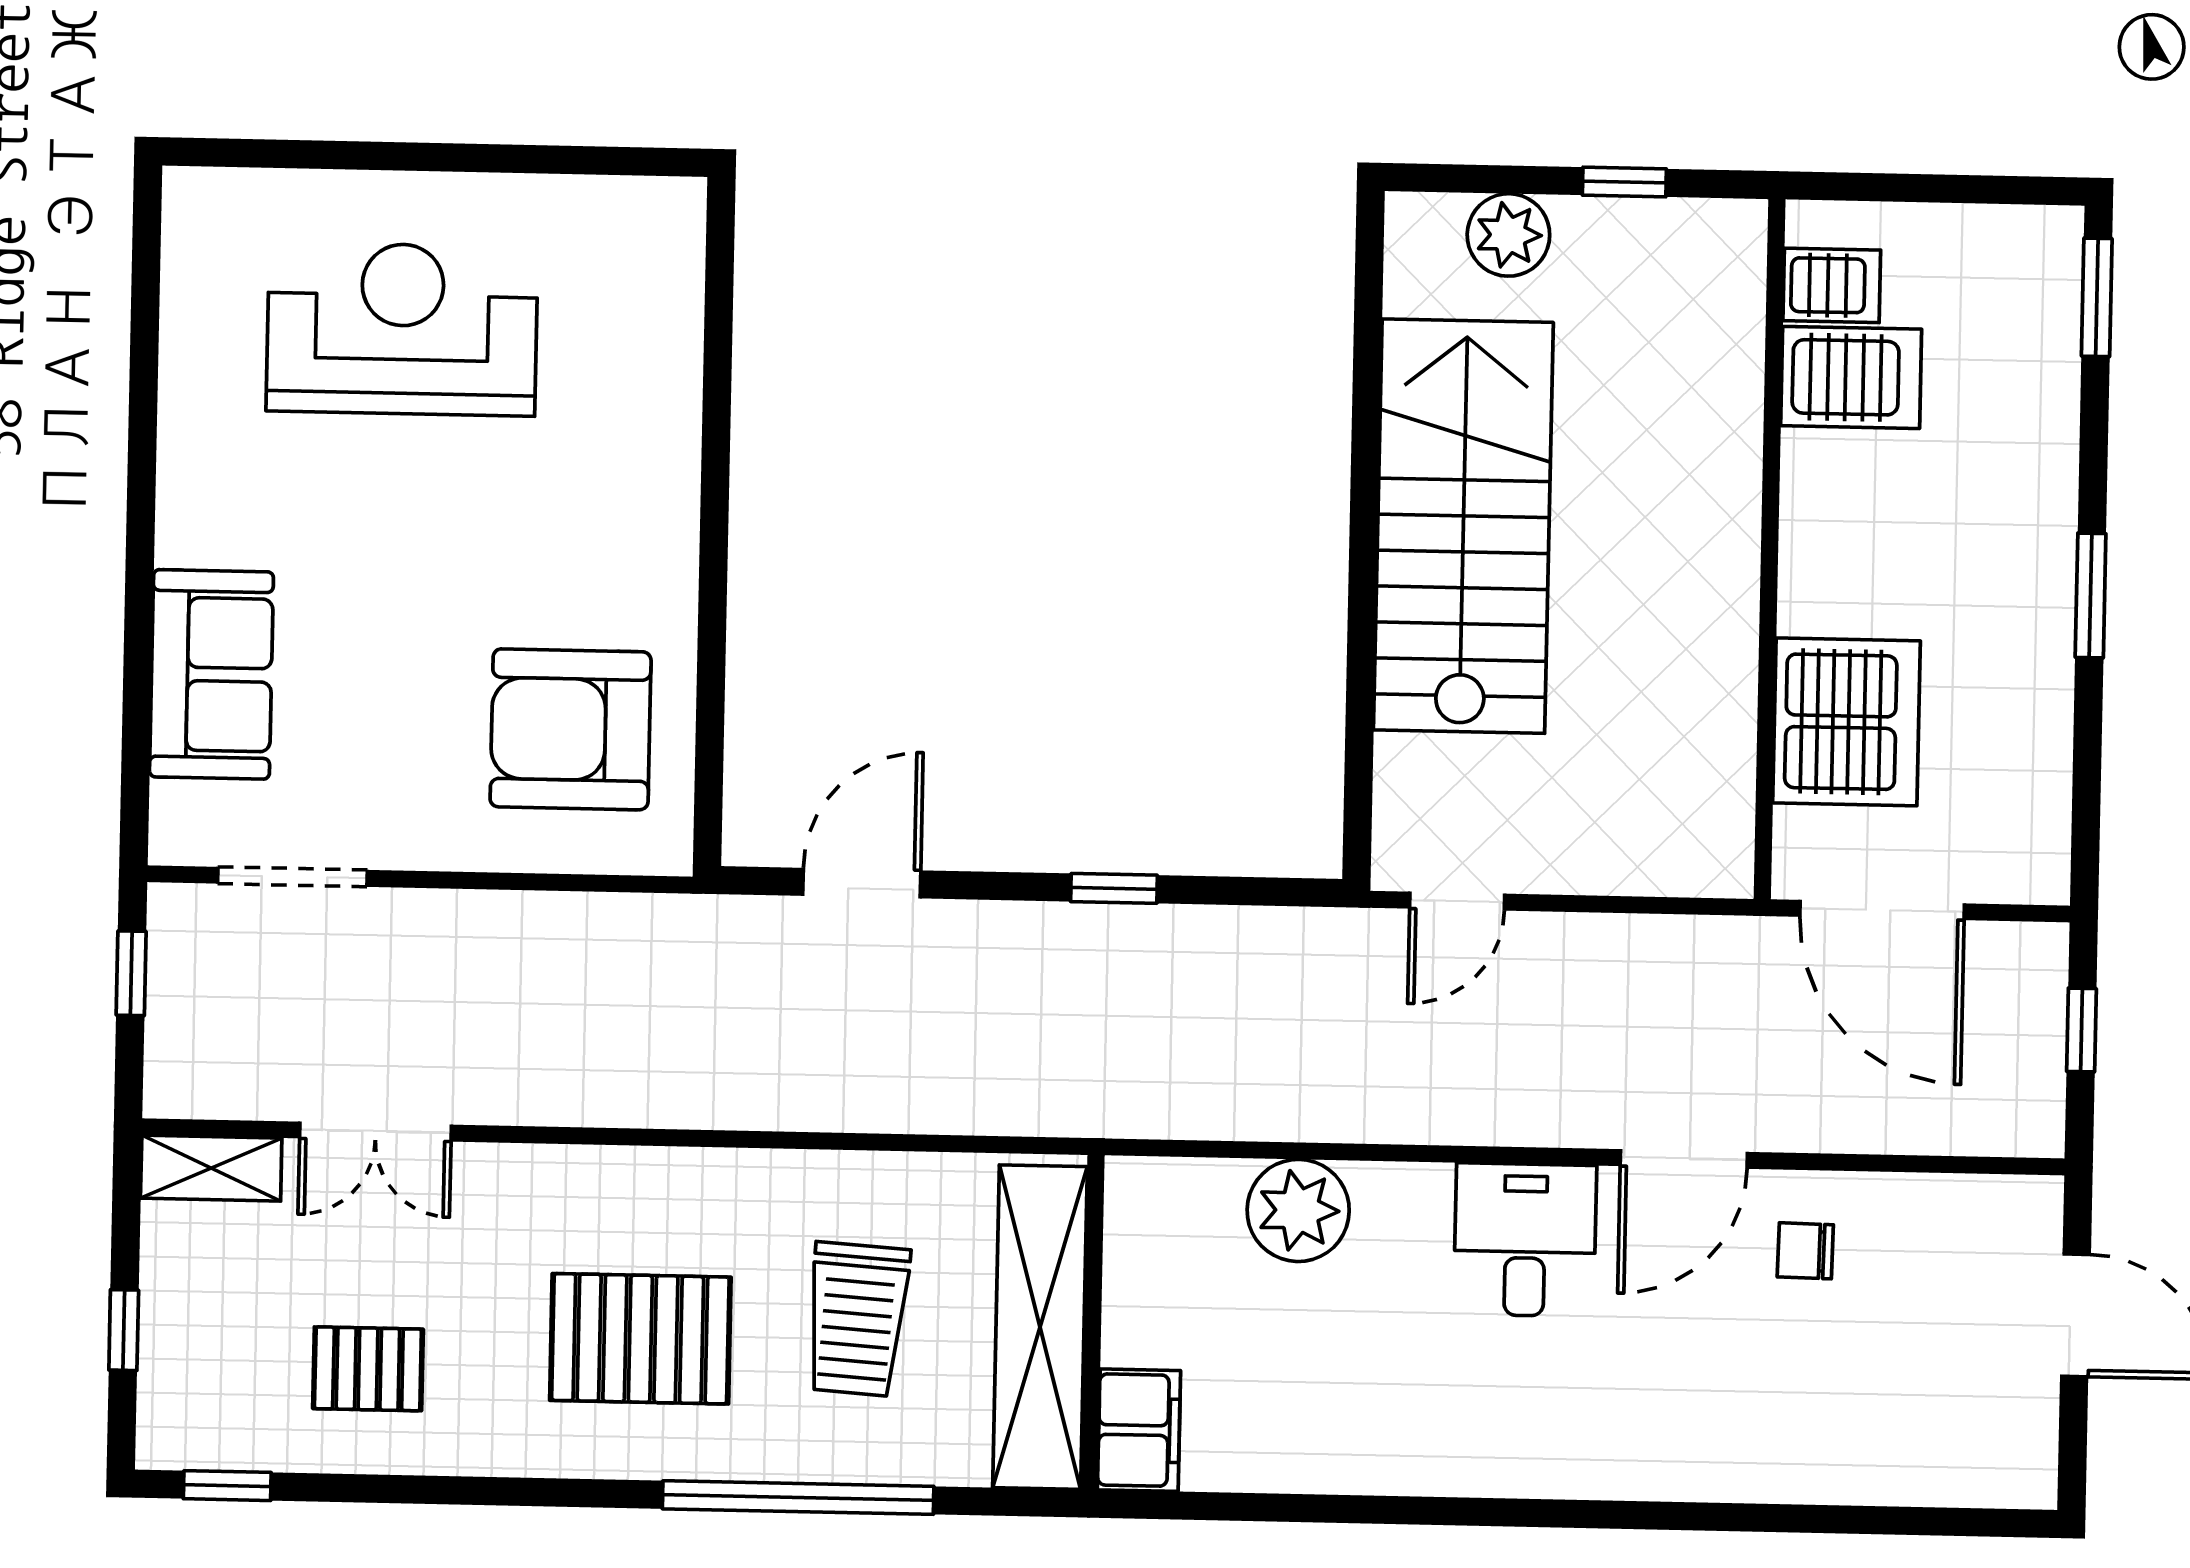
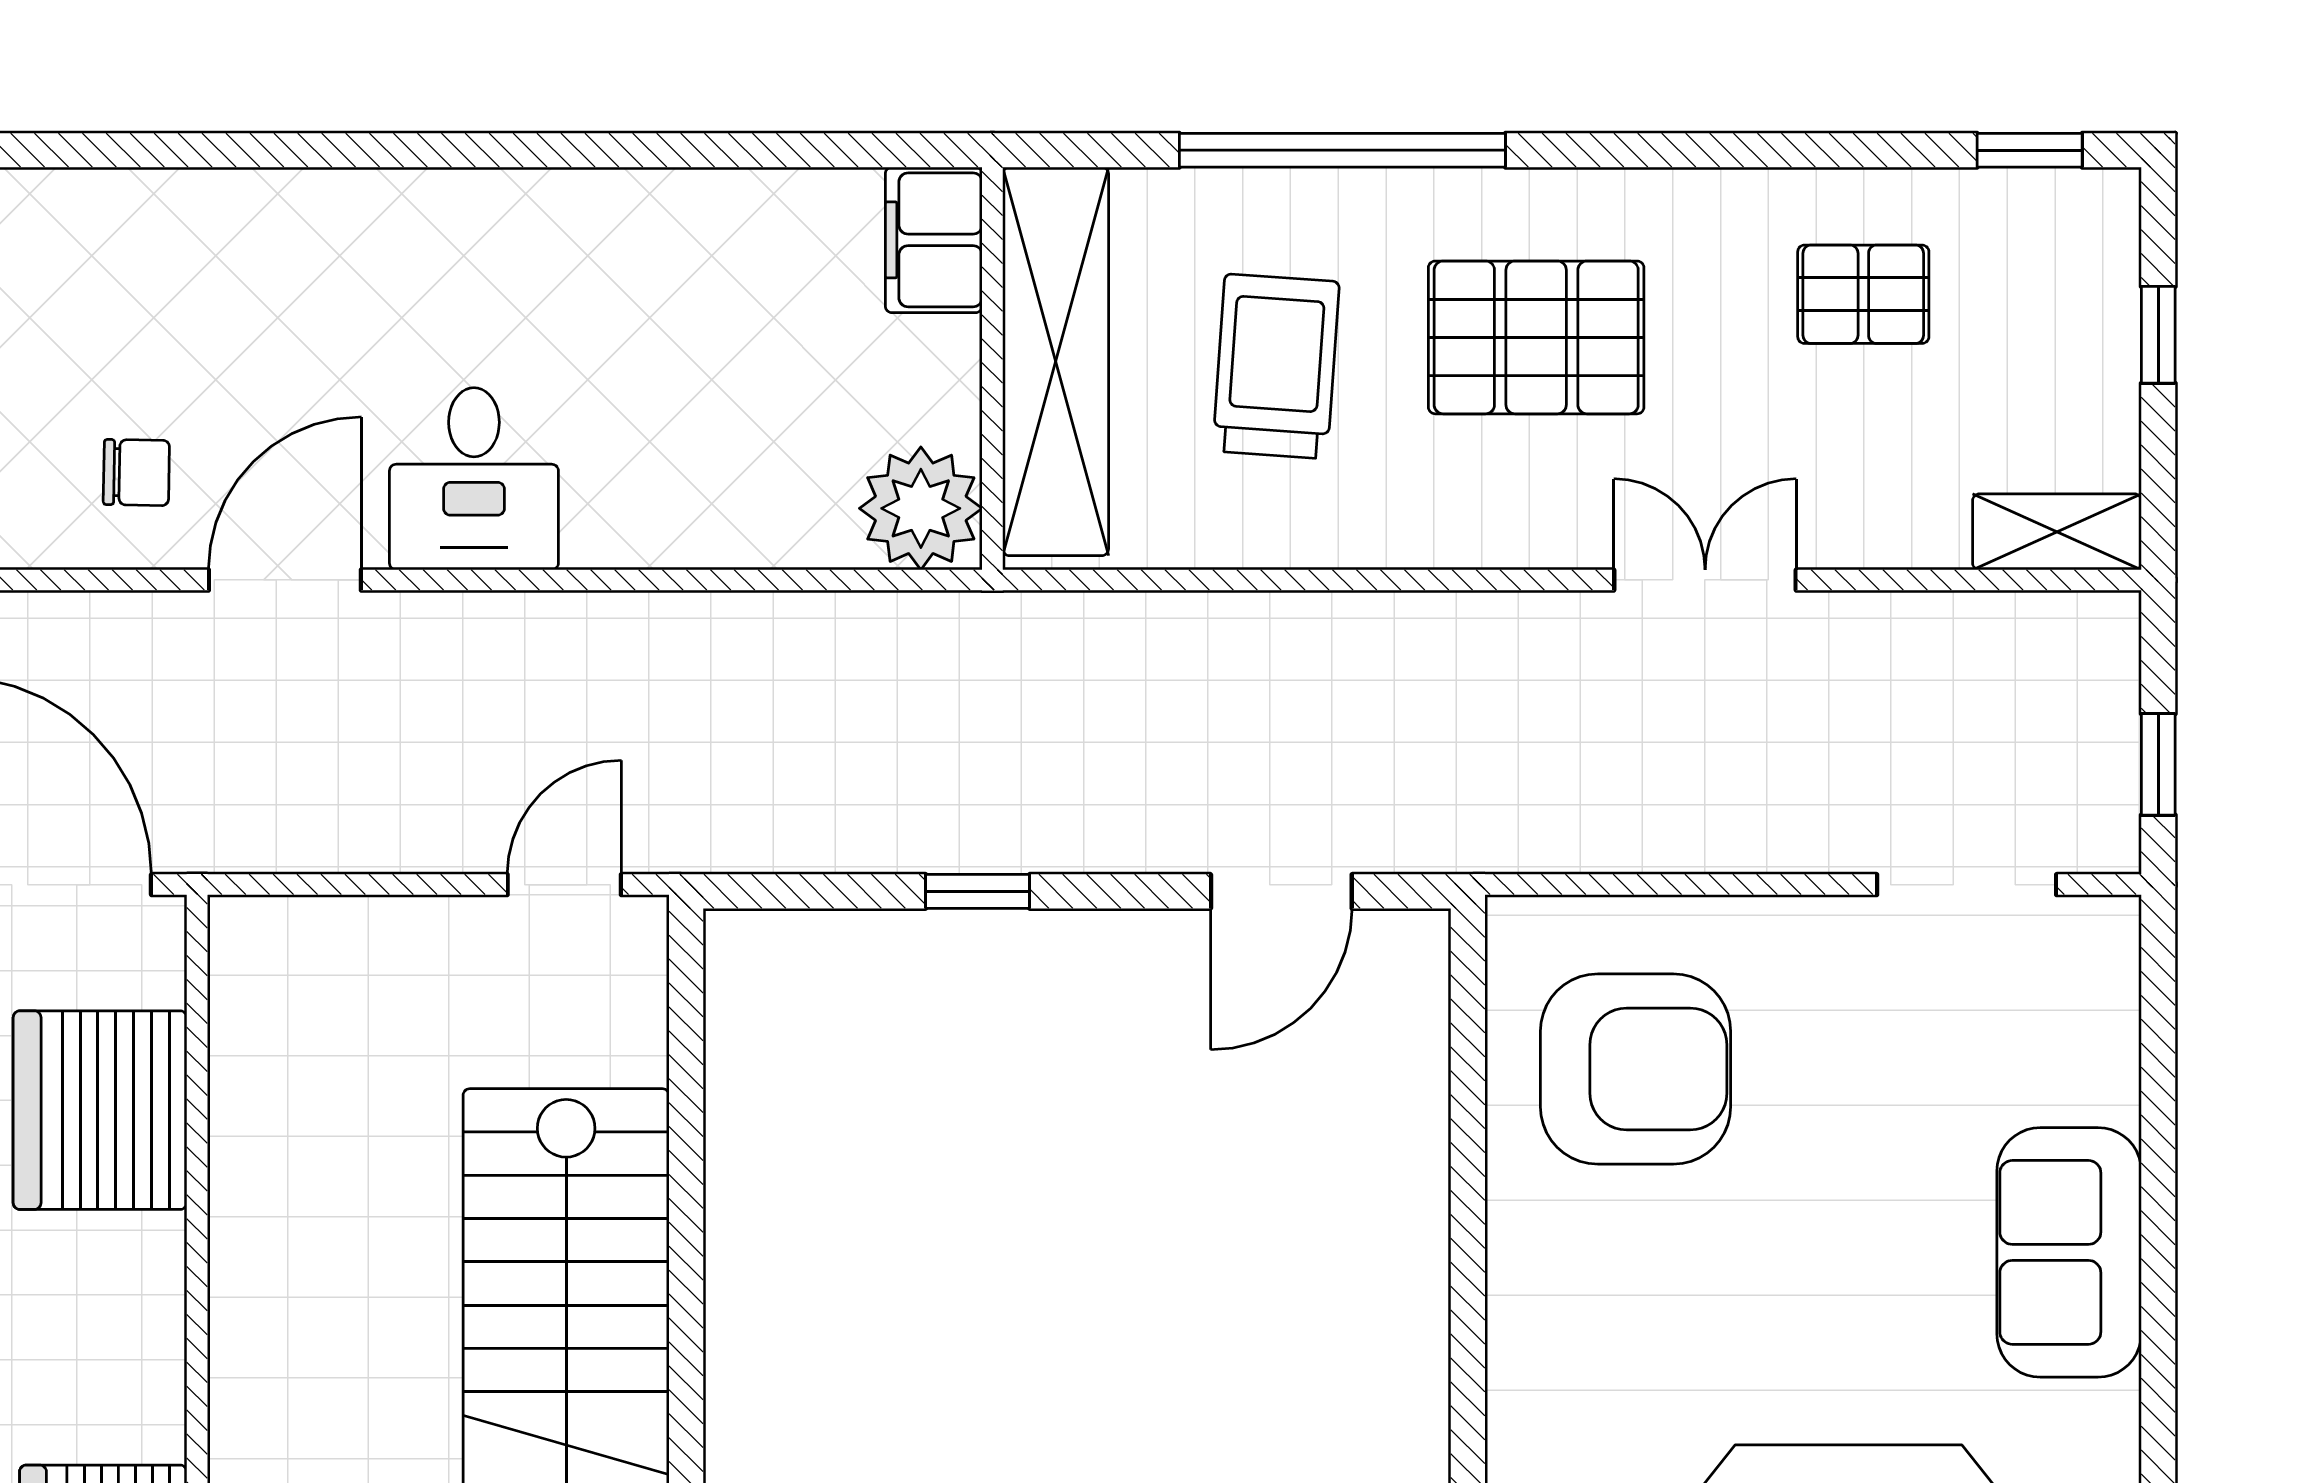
sofa: (211, 674) -> (2069, 1252), moved
double door: (375, 1132) -> (1705, 580), moved
plant: (1298, 1210) -> (921, 508), moved

